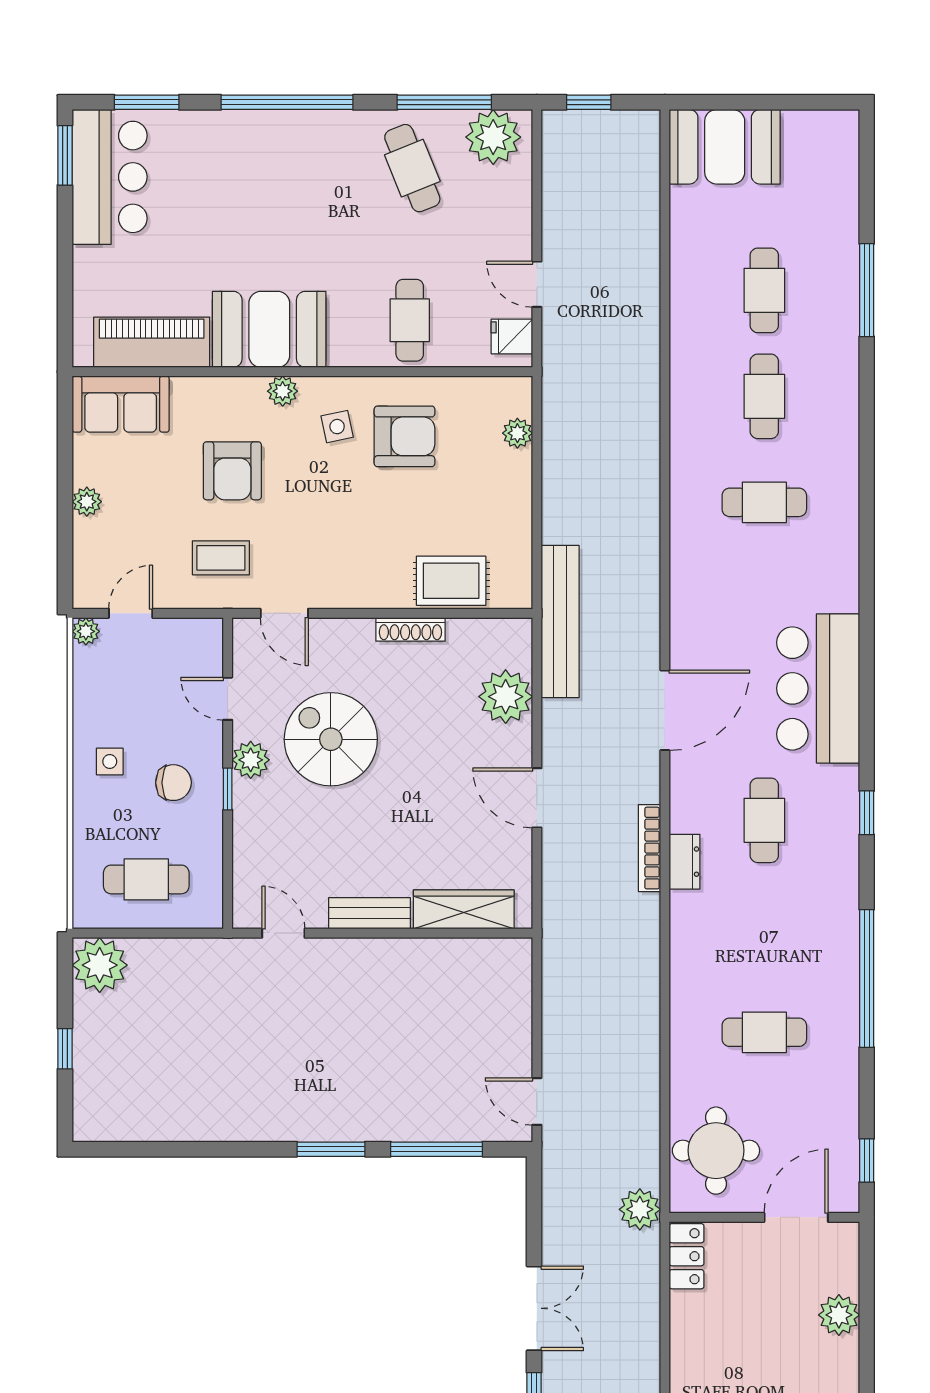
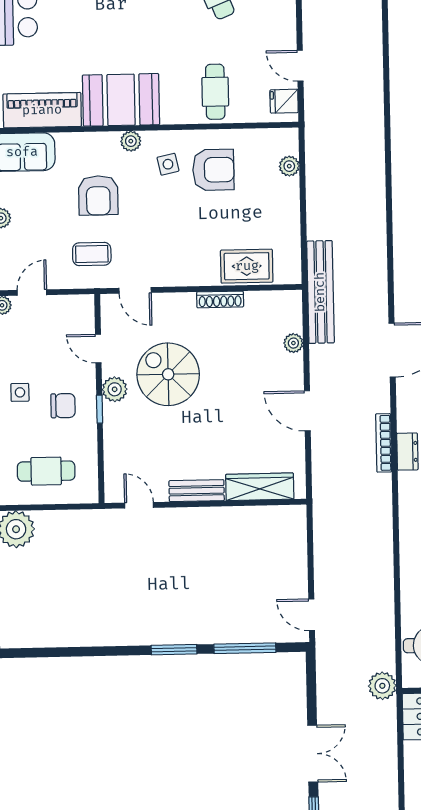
plant: (506, 697) -> (293, 343), width x0.53, depth x0.53

